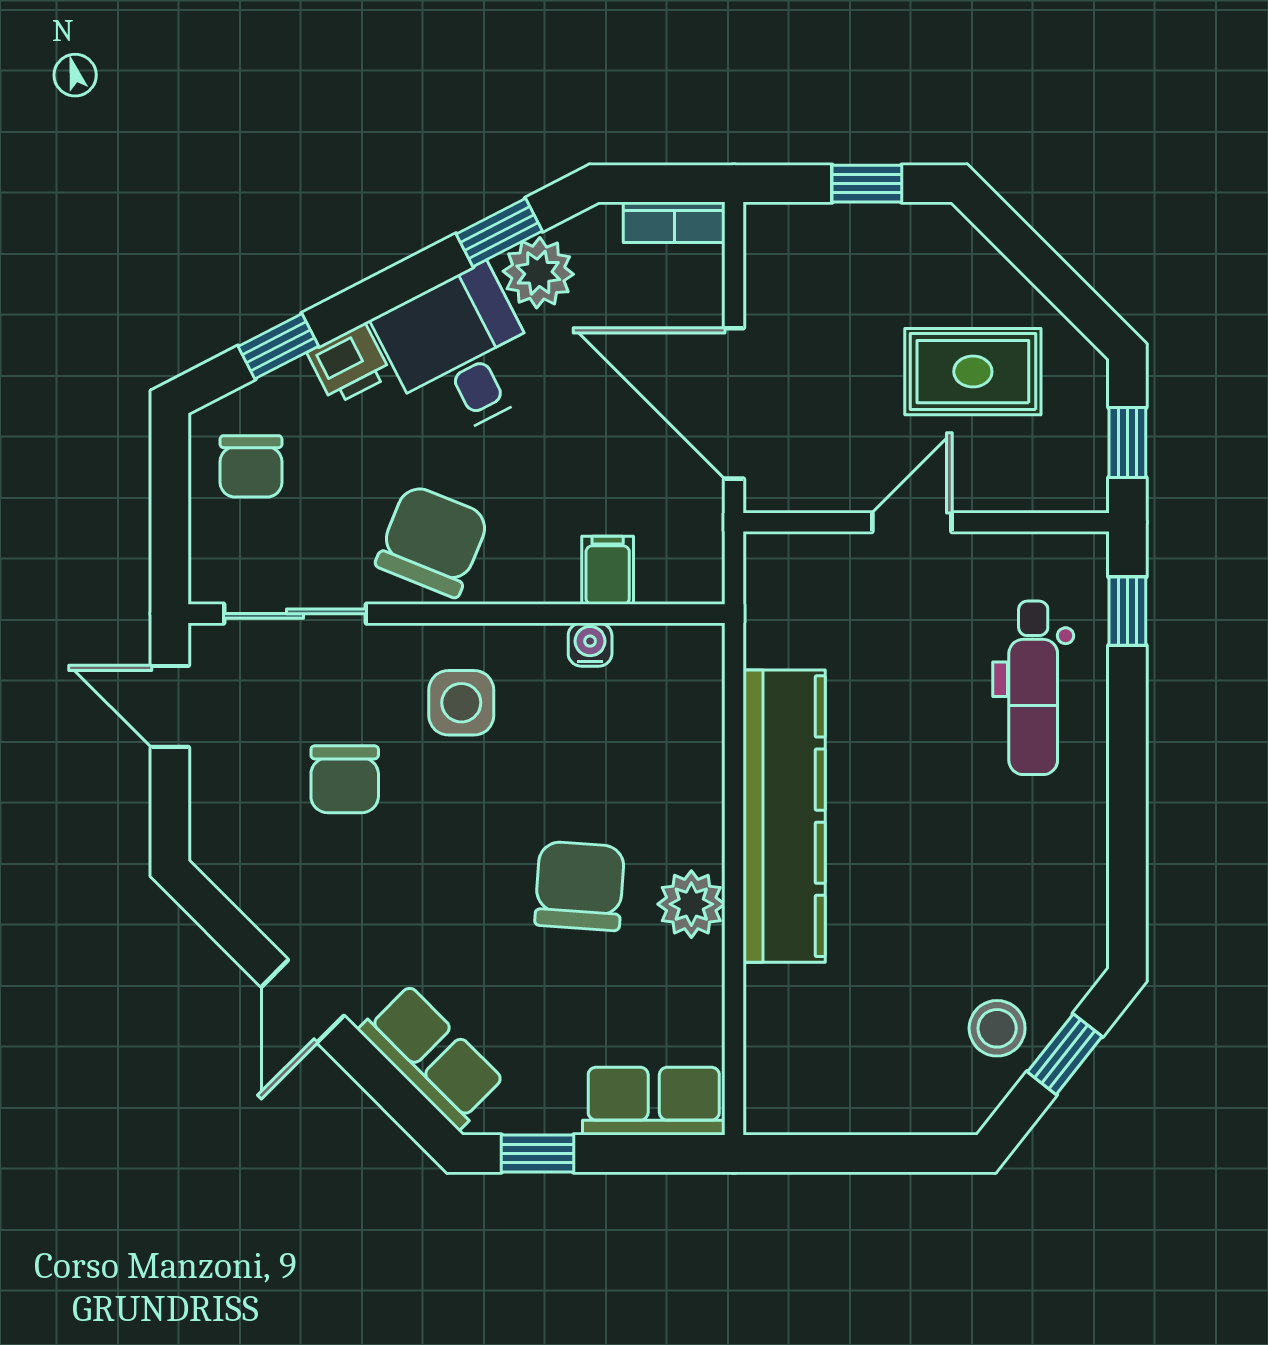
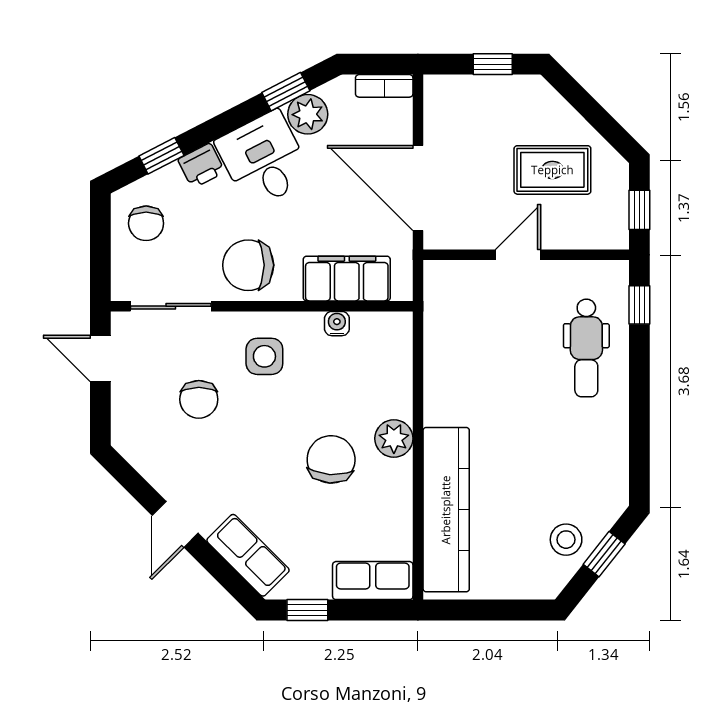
chair: (432, 541) -> (248, 265), turned -112
filing cabinet: (608, 570) -> (347, 279), width x3.00, depth x1.17
kitchen counter: (784, 816) -> (446, 510), moved
plant: (691, 904) -> (394, 438), moved

